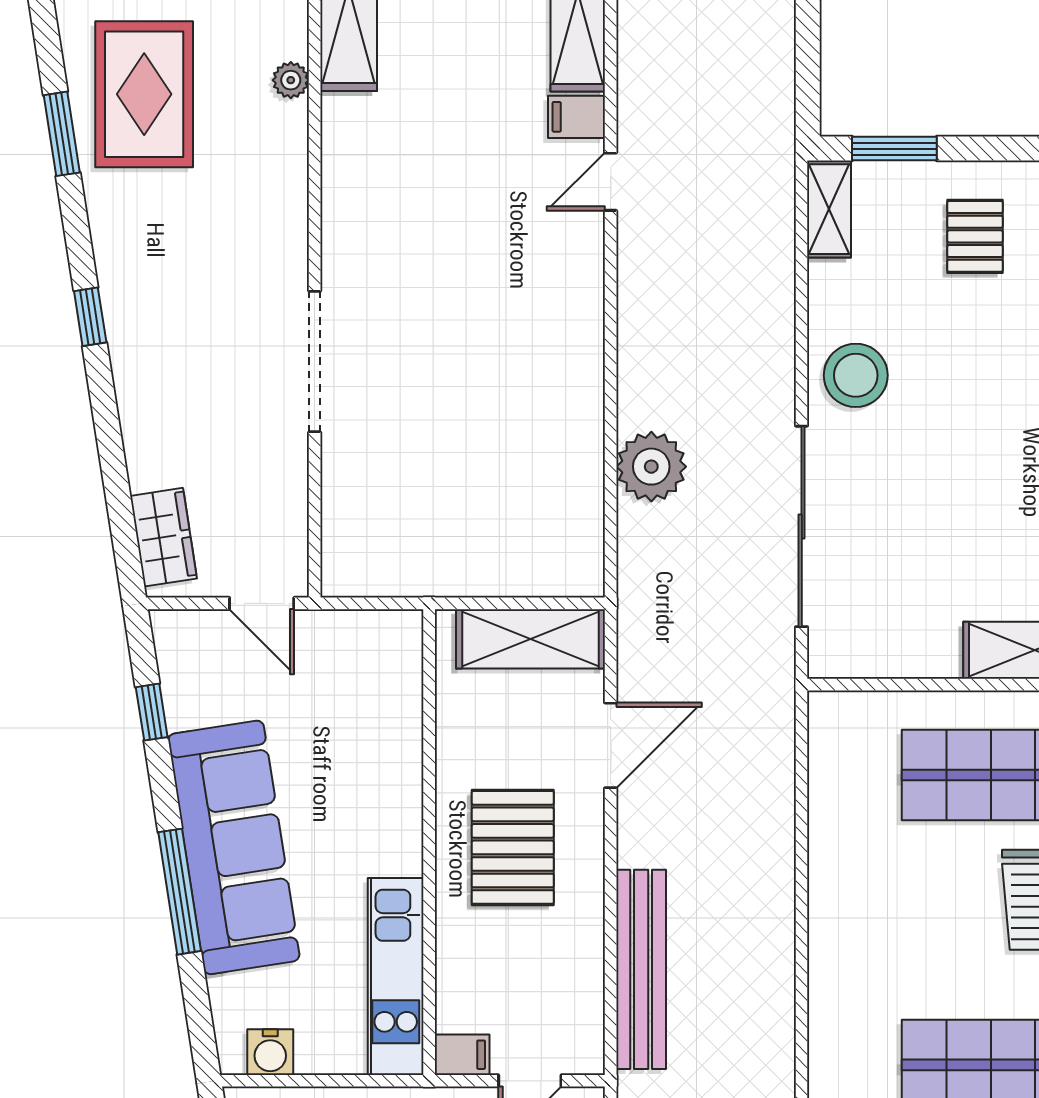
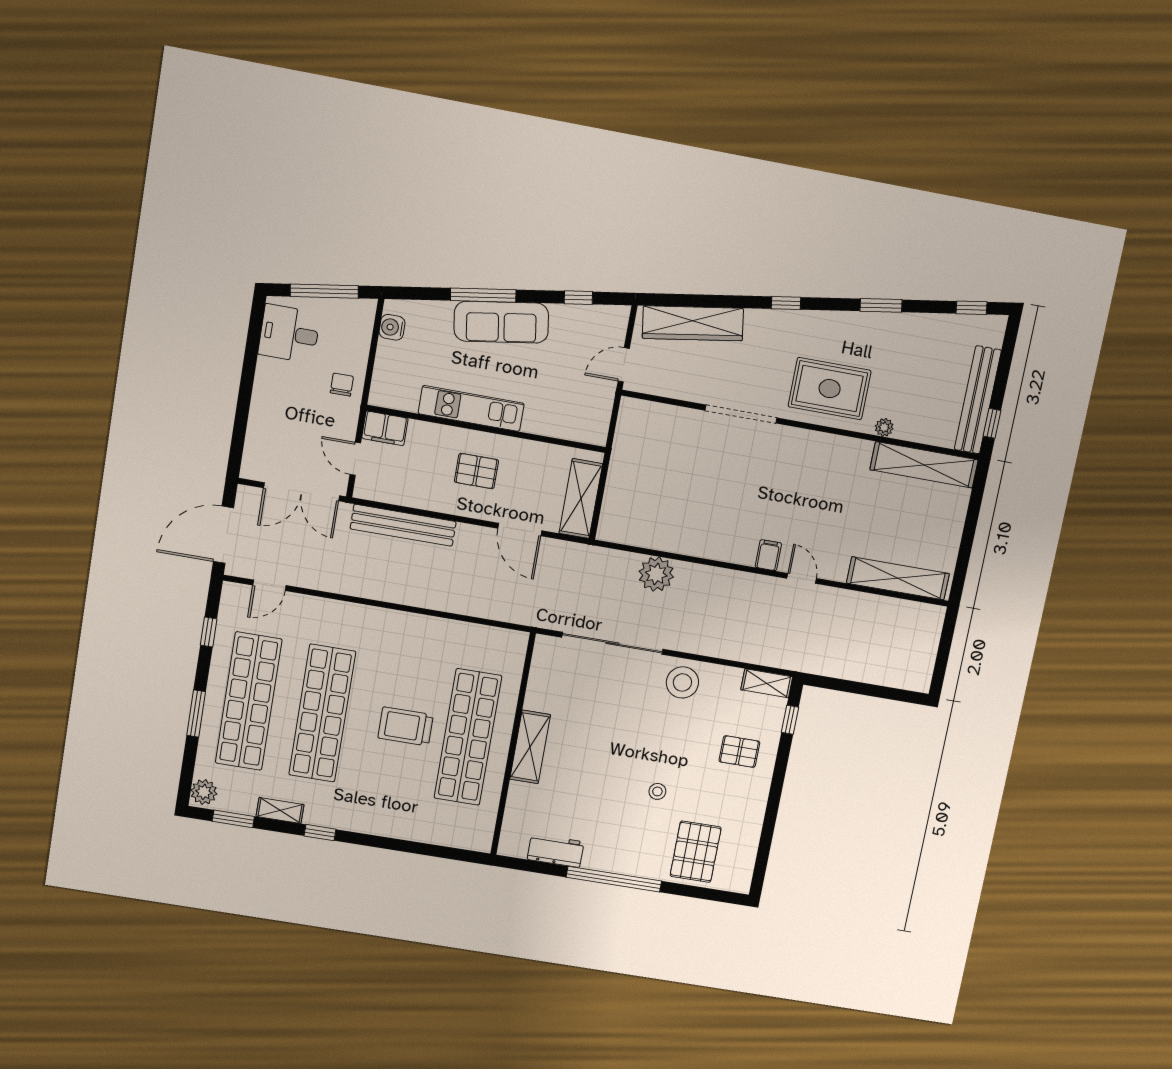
rug: (144, 94) -> (830, 389), moved
filing cabinet: (577, 117) -> (768, 555), moved
window: (894, 149) -> (790, 720), width x0.67
wardrobe: (164, 537) -> (693, 323), width x2.10, depth x1.17
sofa: (234, 847) -> (501, 322), width x0.74, depth x0.79
pallet: (513, 847) -> (476, 471), width x0.67, depth x0.71
kitchen unit: (396, 976) -> (471, 408), moved
filing cabinet: (462, 1055) -> (385, 428), width x2.00

